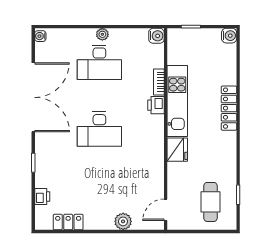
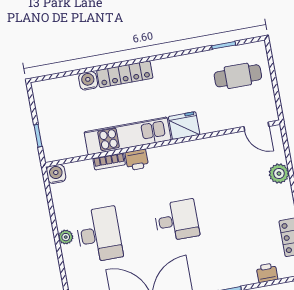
water cooler: (229, 36) -> (88, 81), moved
desk: (99, 129) -> (177, 220), width x0.73

